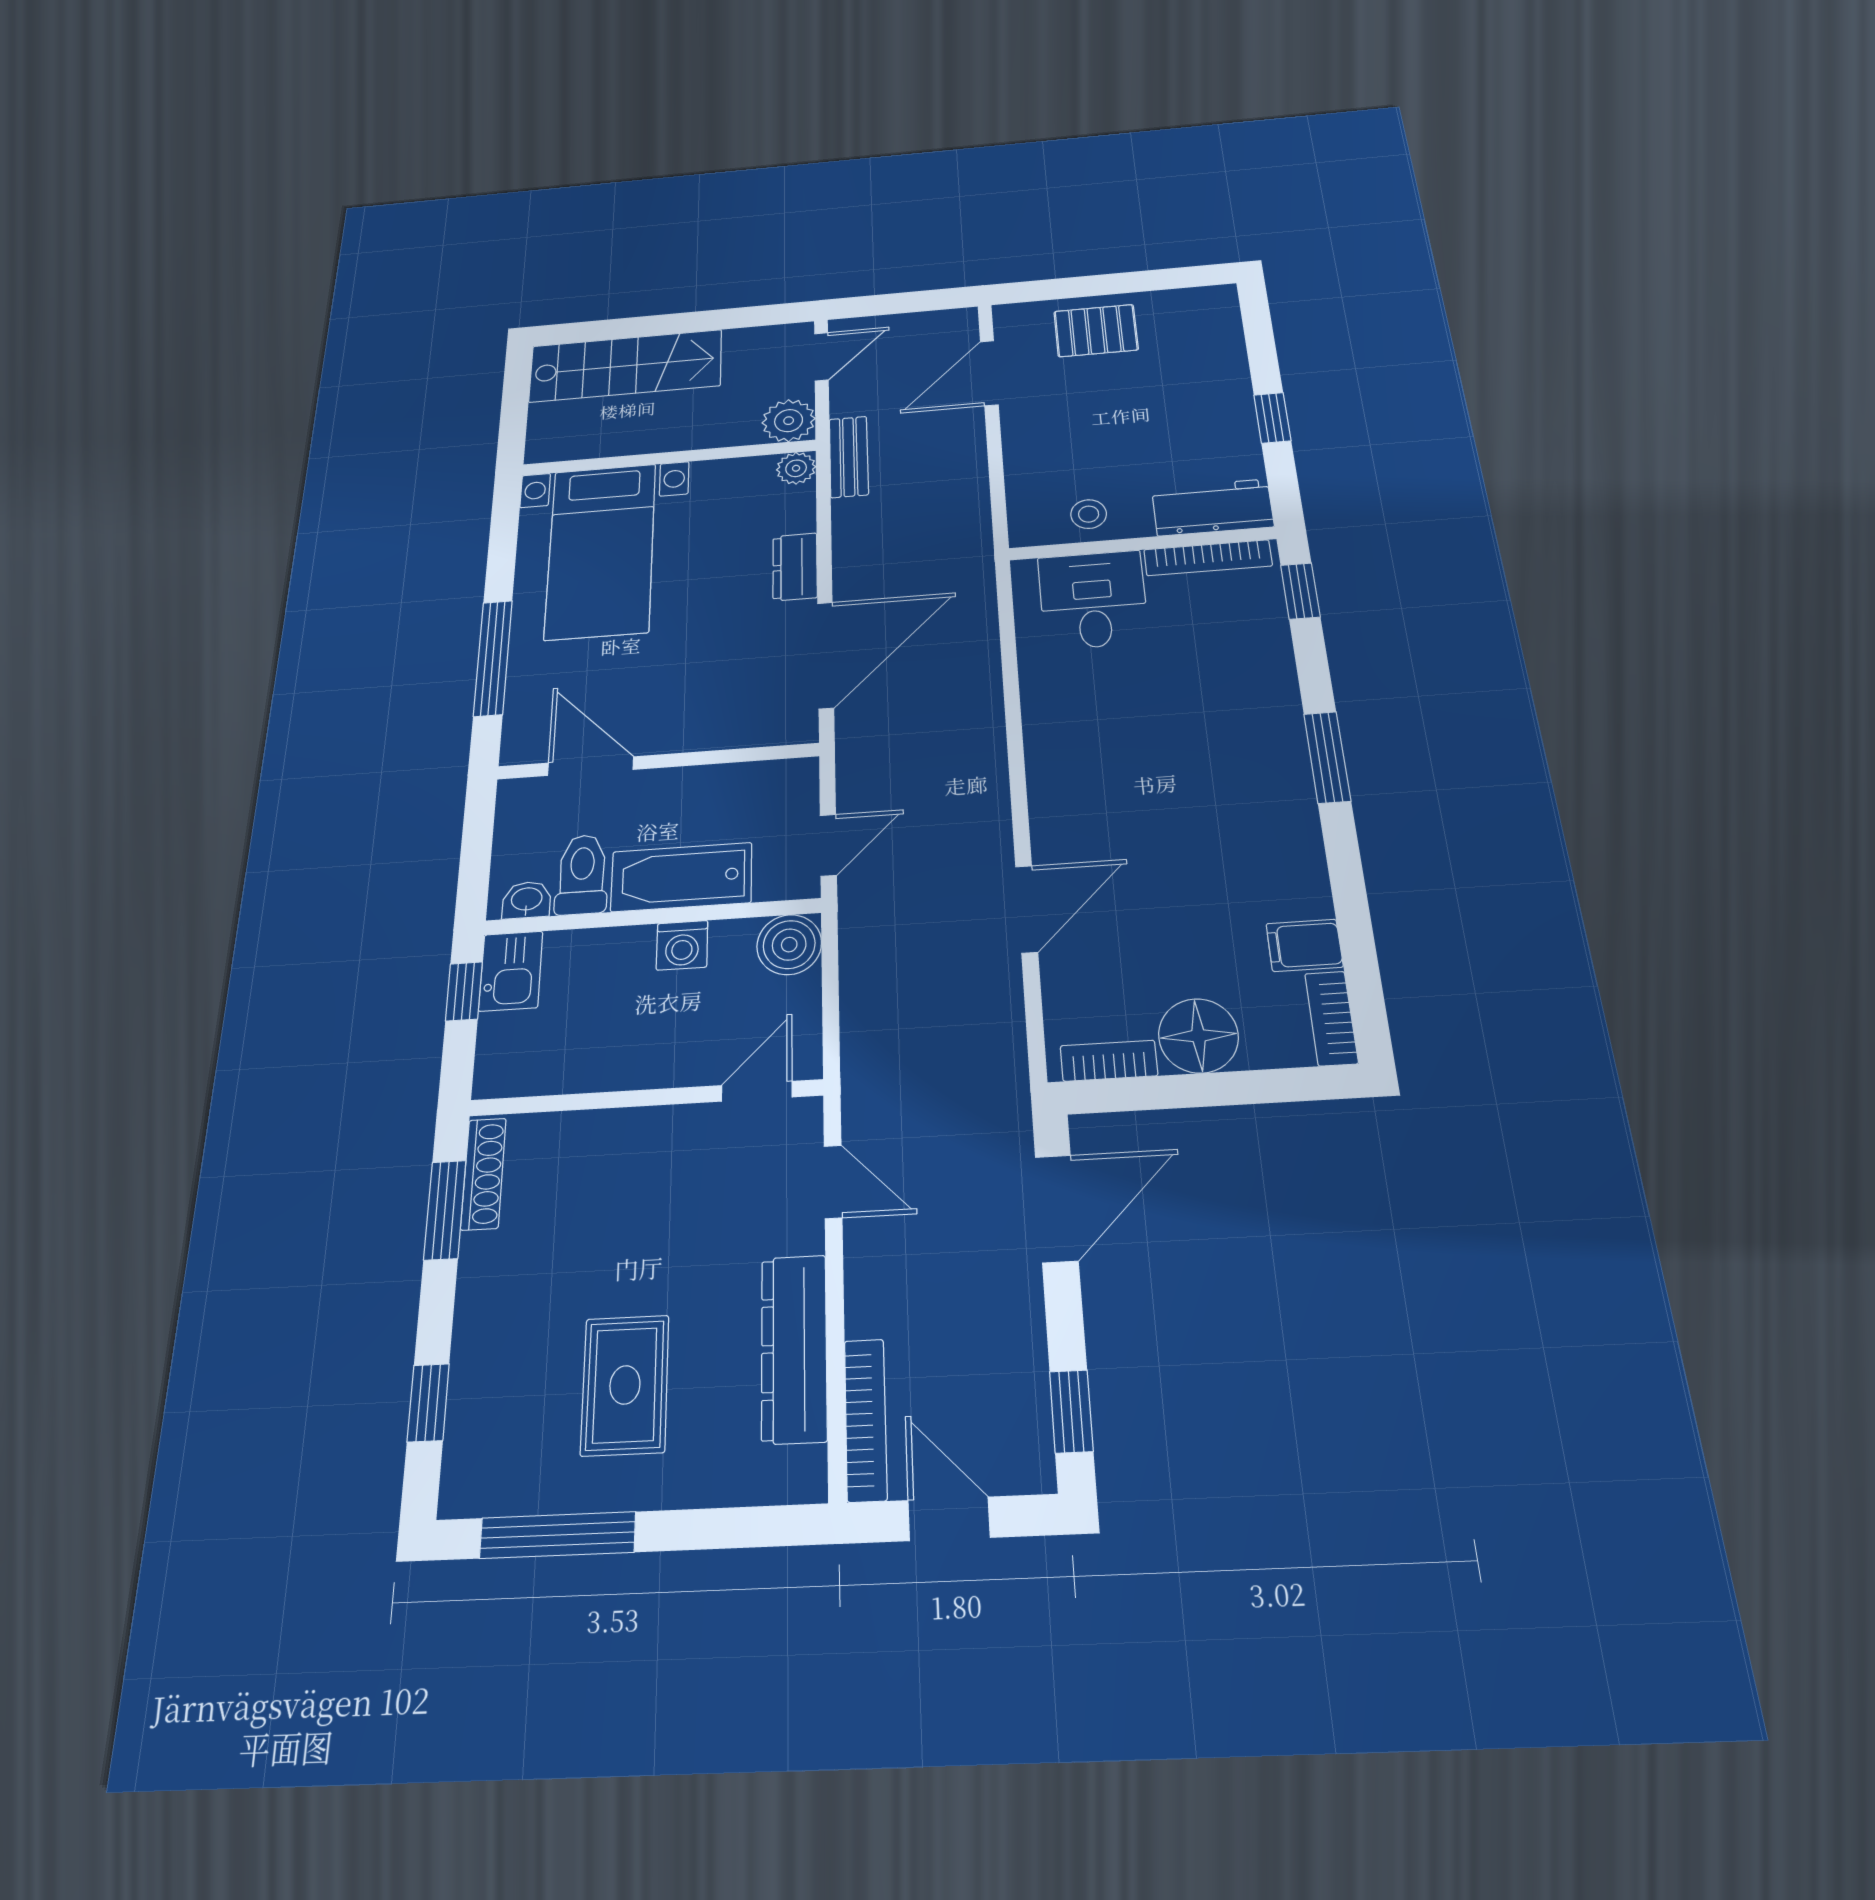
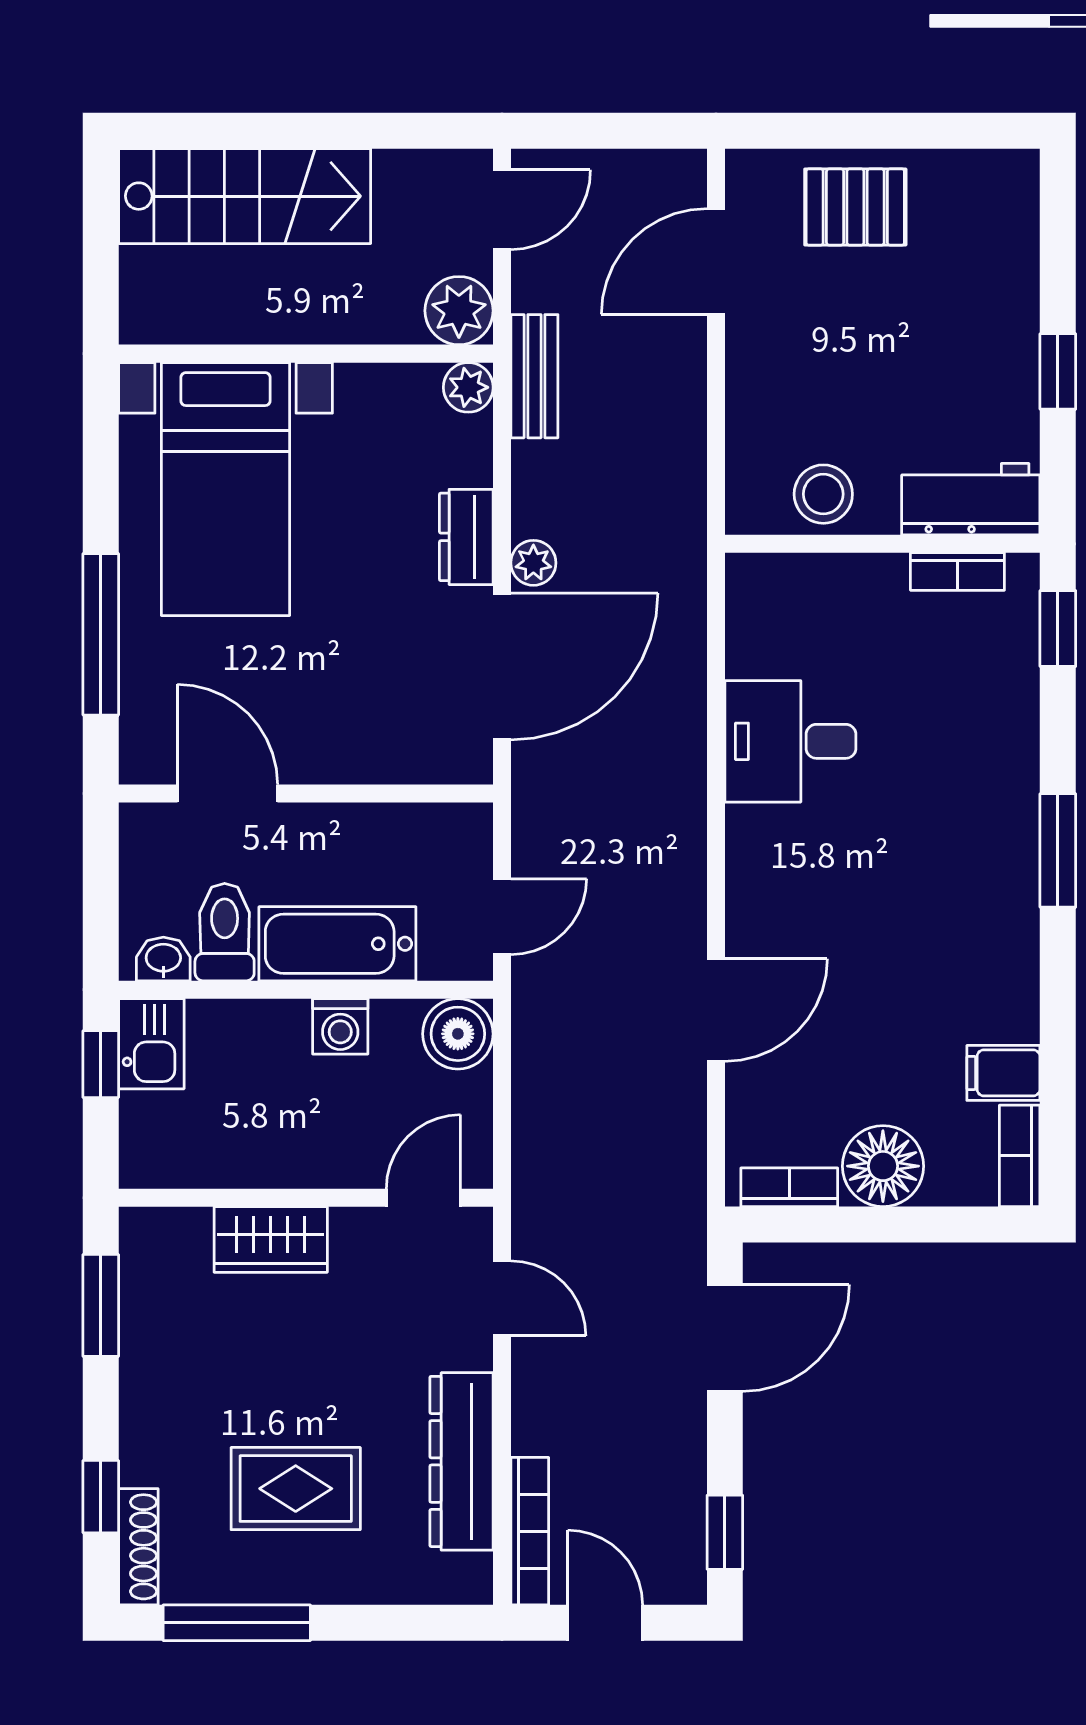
stool: (1089, 514) -> (823, 494), width x1.37, depth x1.37
bookcase: (1208, 558) -> (957, 572), width x0.64
plant: (851, 580) -> (533, 563), added
desk: (1093, 600) -> (790, 741), moved, turned -90
wardrobe: (611, 1138) -> (271, 1239), added
shoe rack: (483, 1174) -> (138, 1547), moved
rug: (625, 1385) -> (296, 1489), turned 90

